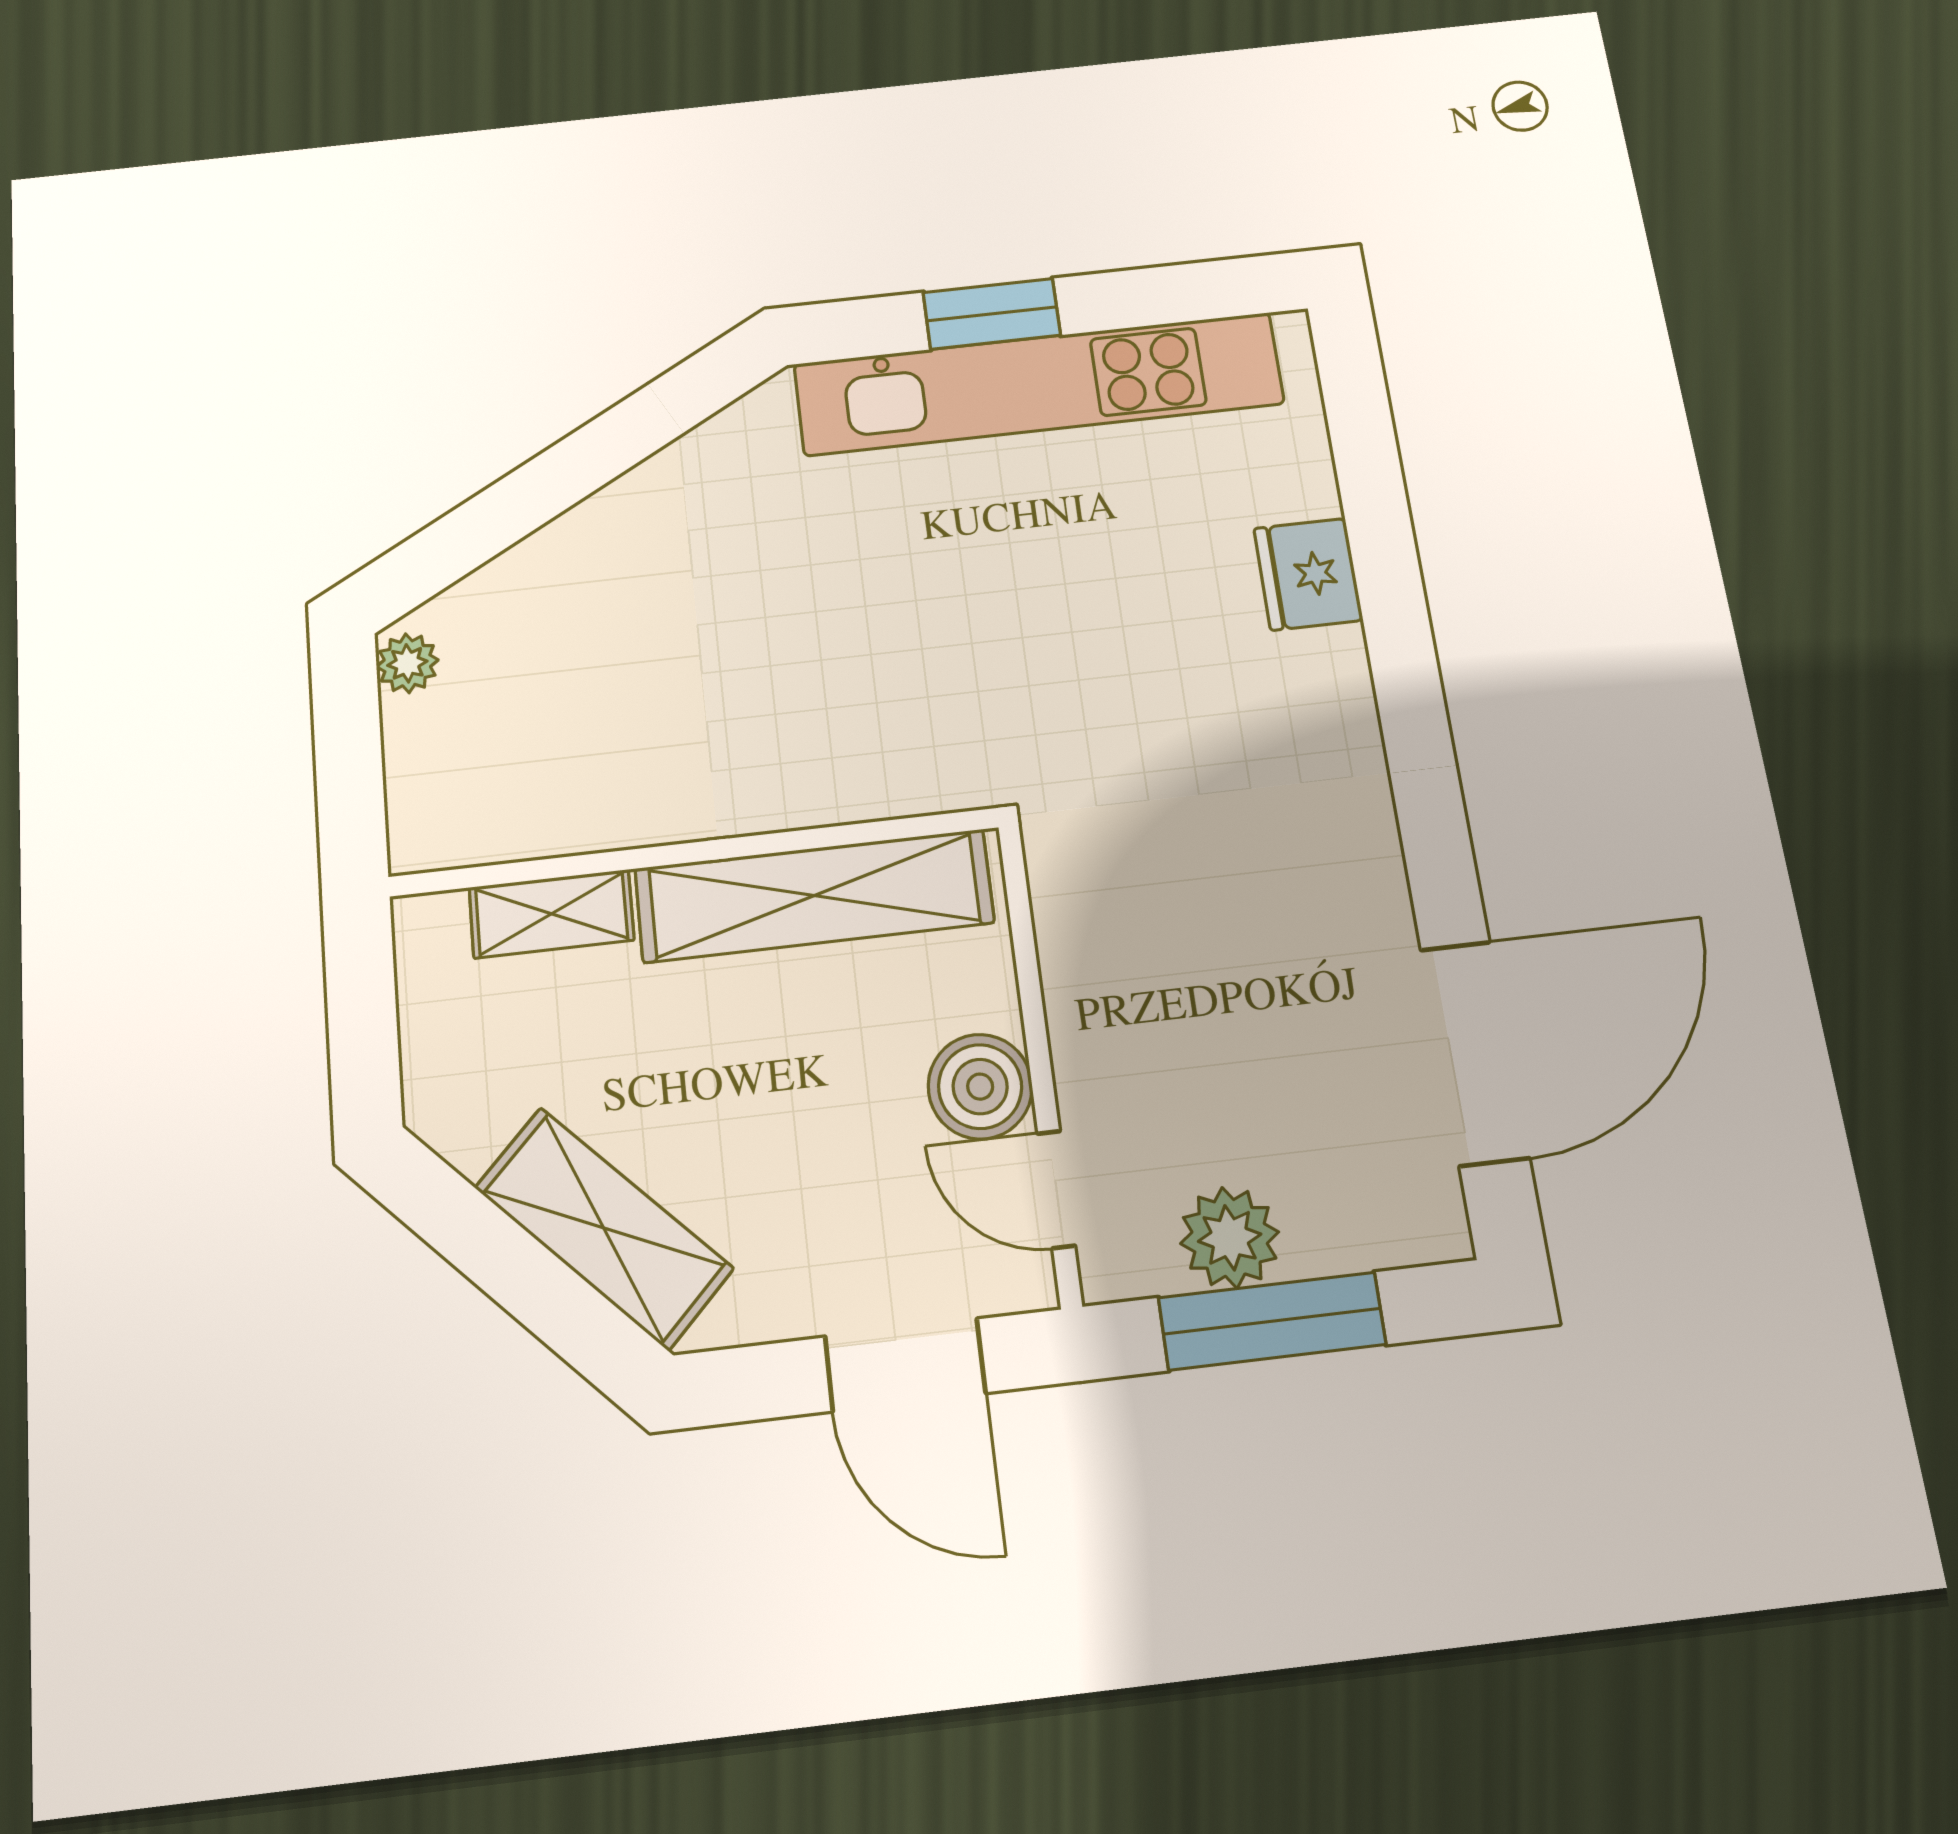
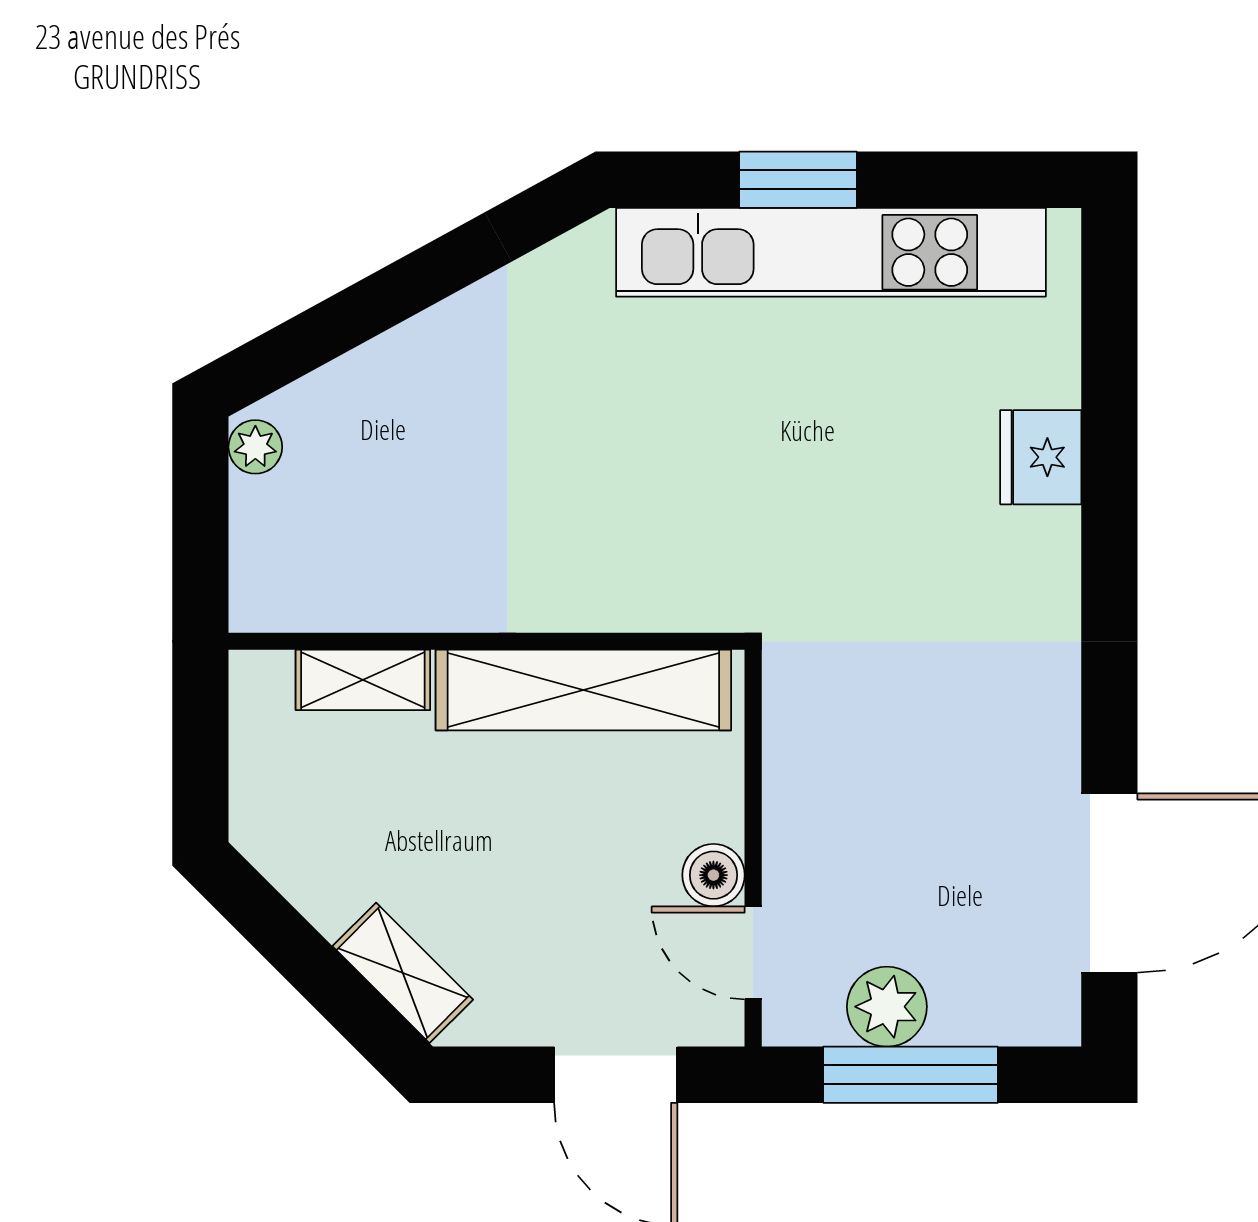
boiler: (980, 1087) -> (713, 875), width x0.73, depth x0.73
shelving: (604, 1228) -> (403, 973), width x0.67, depth x0.75

